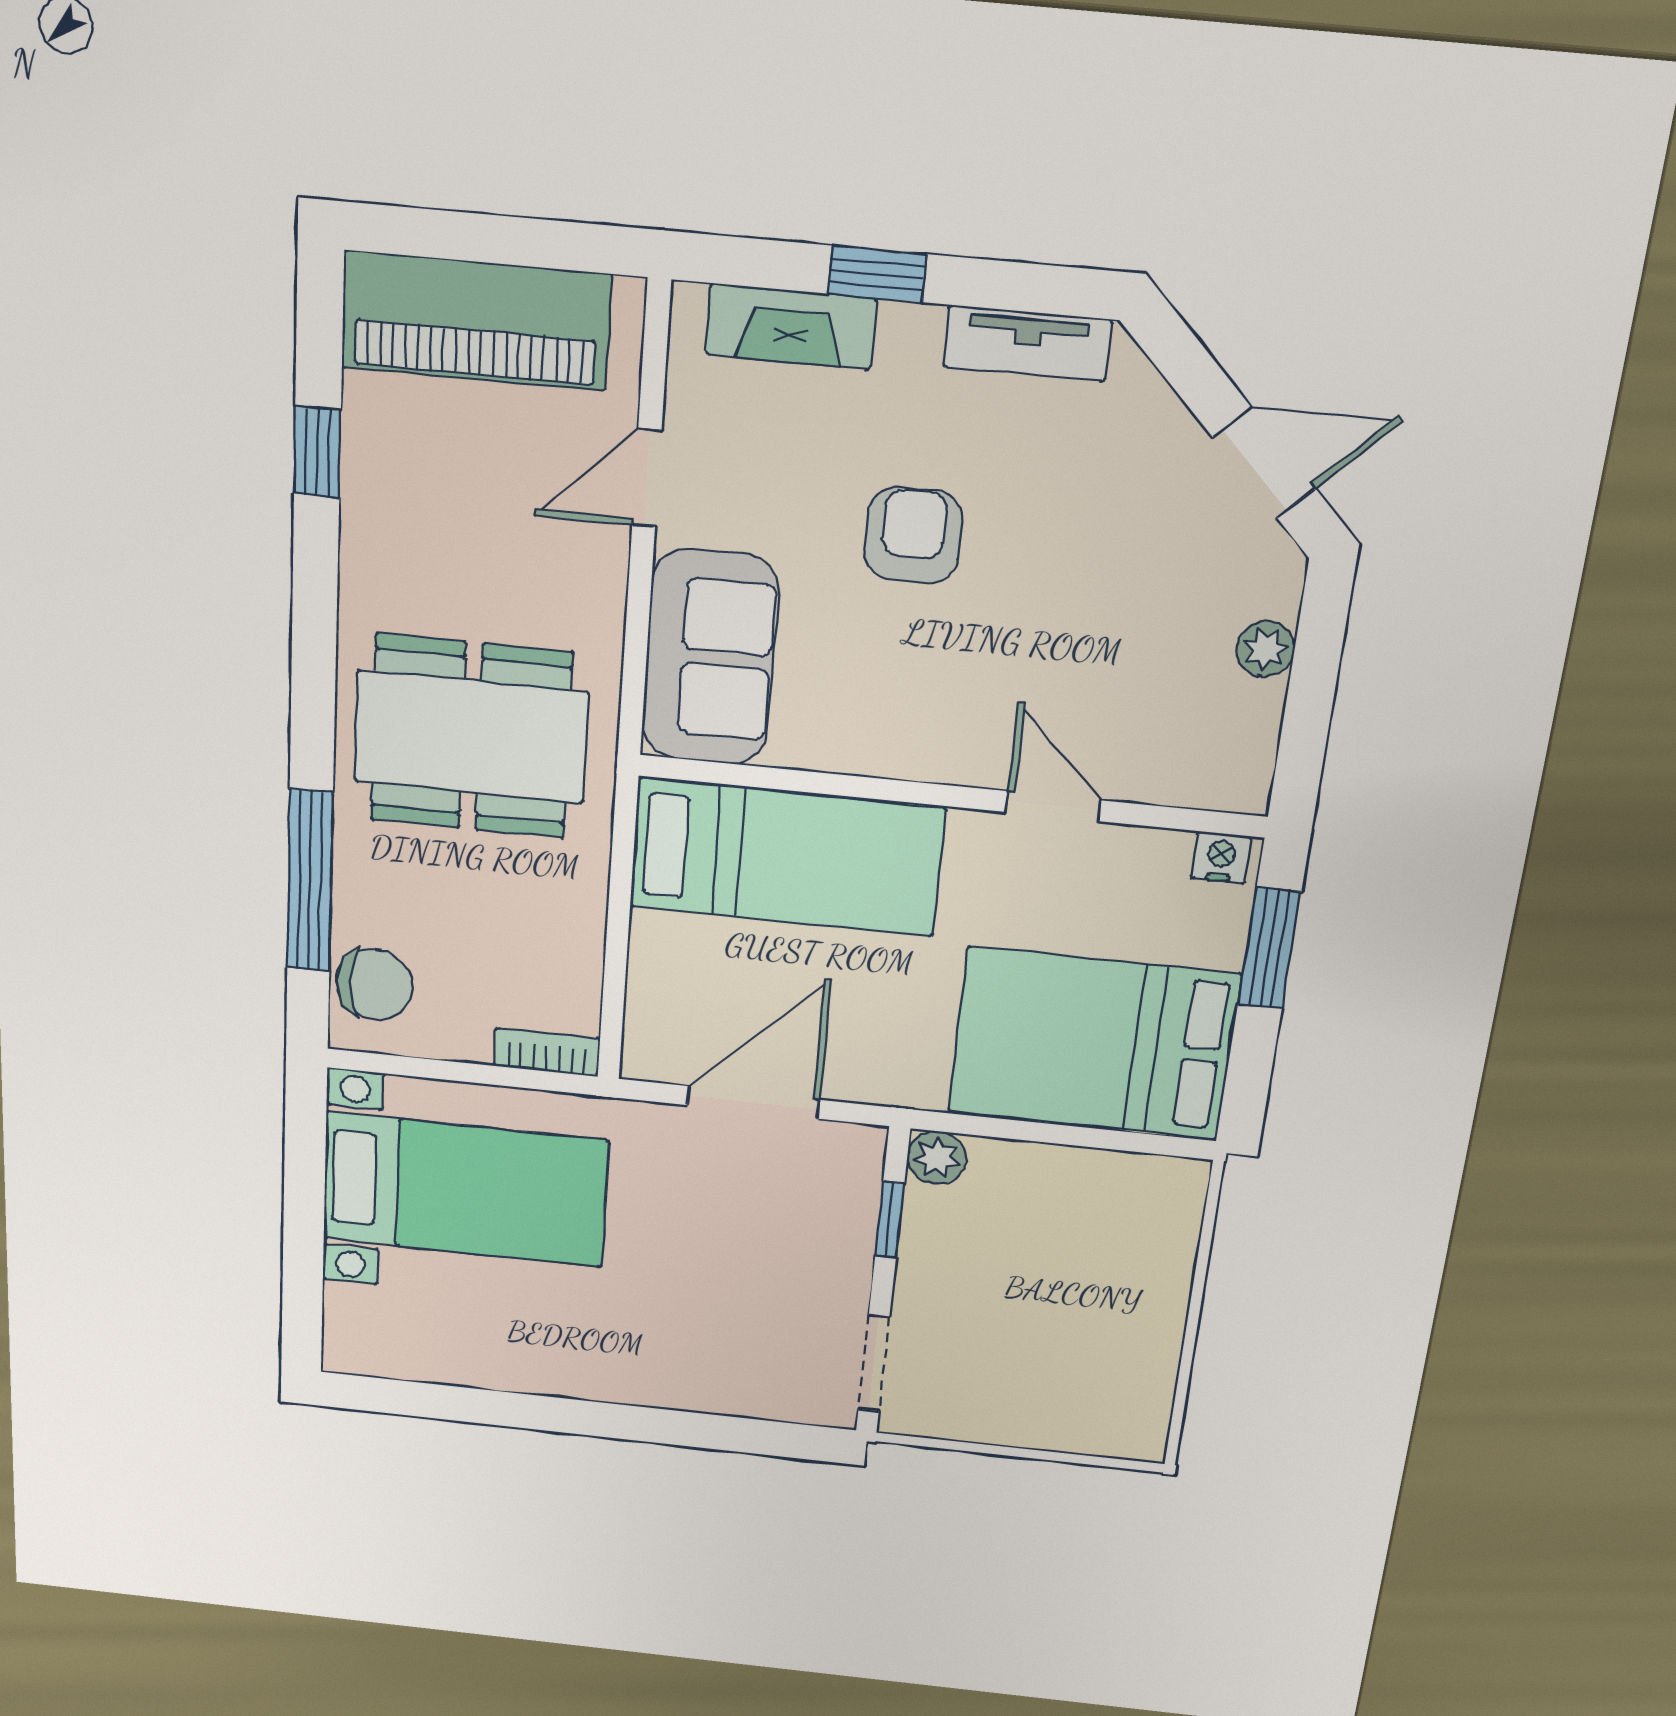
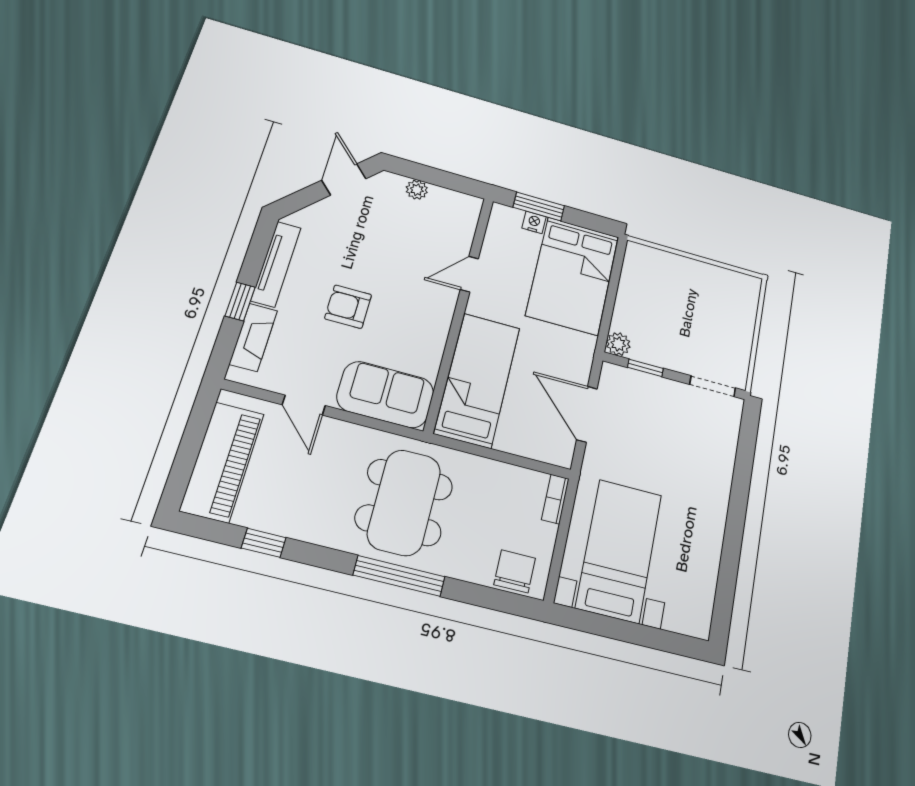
tv unit: (1027, 343) -> (276, 264), width x1.41
nightstand: (1221, 857) -> (534, 222), moved, turned 90
window: (310, 881) -> (399, 576), moved

